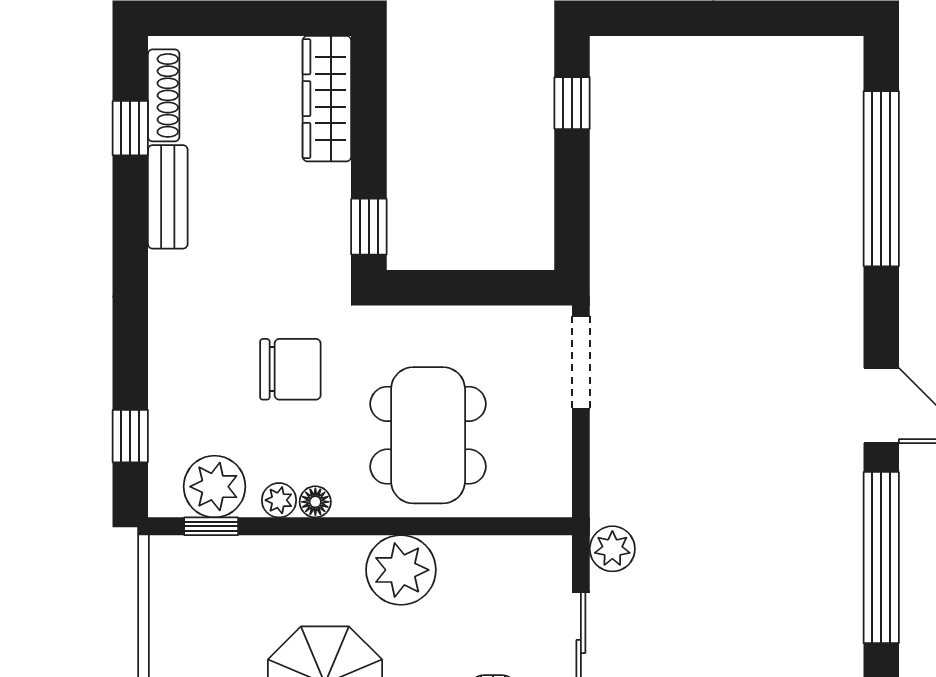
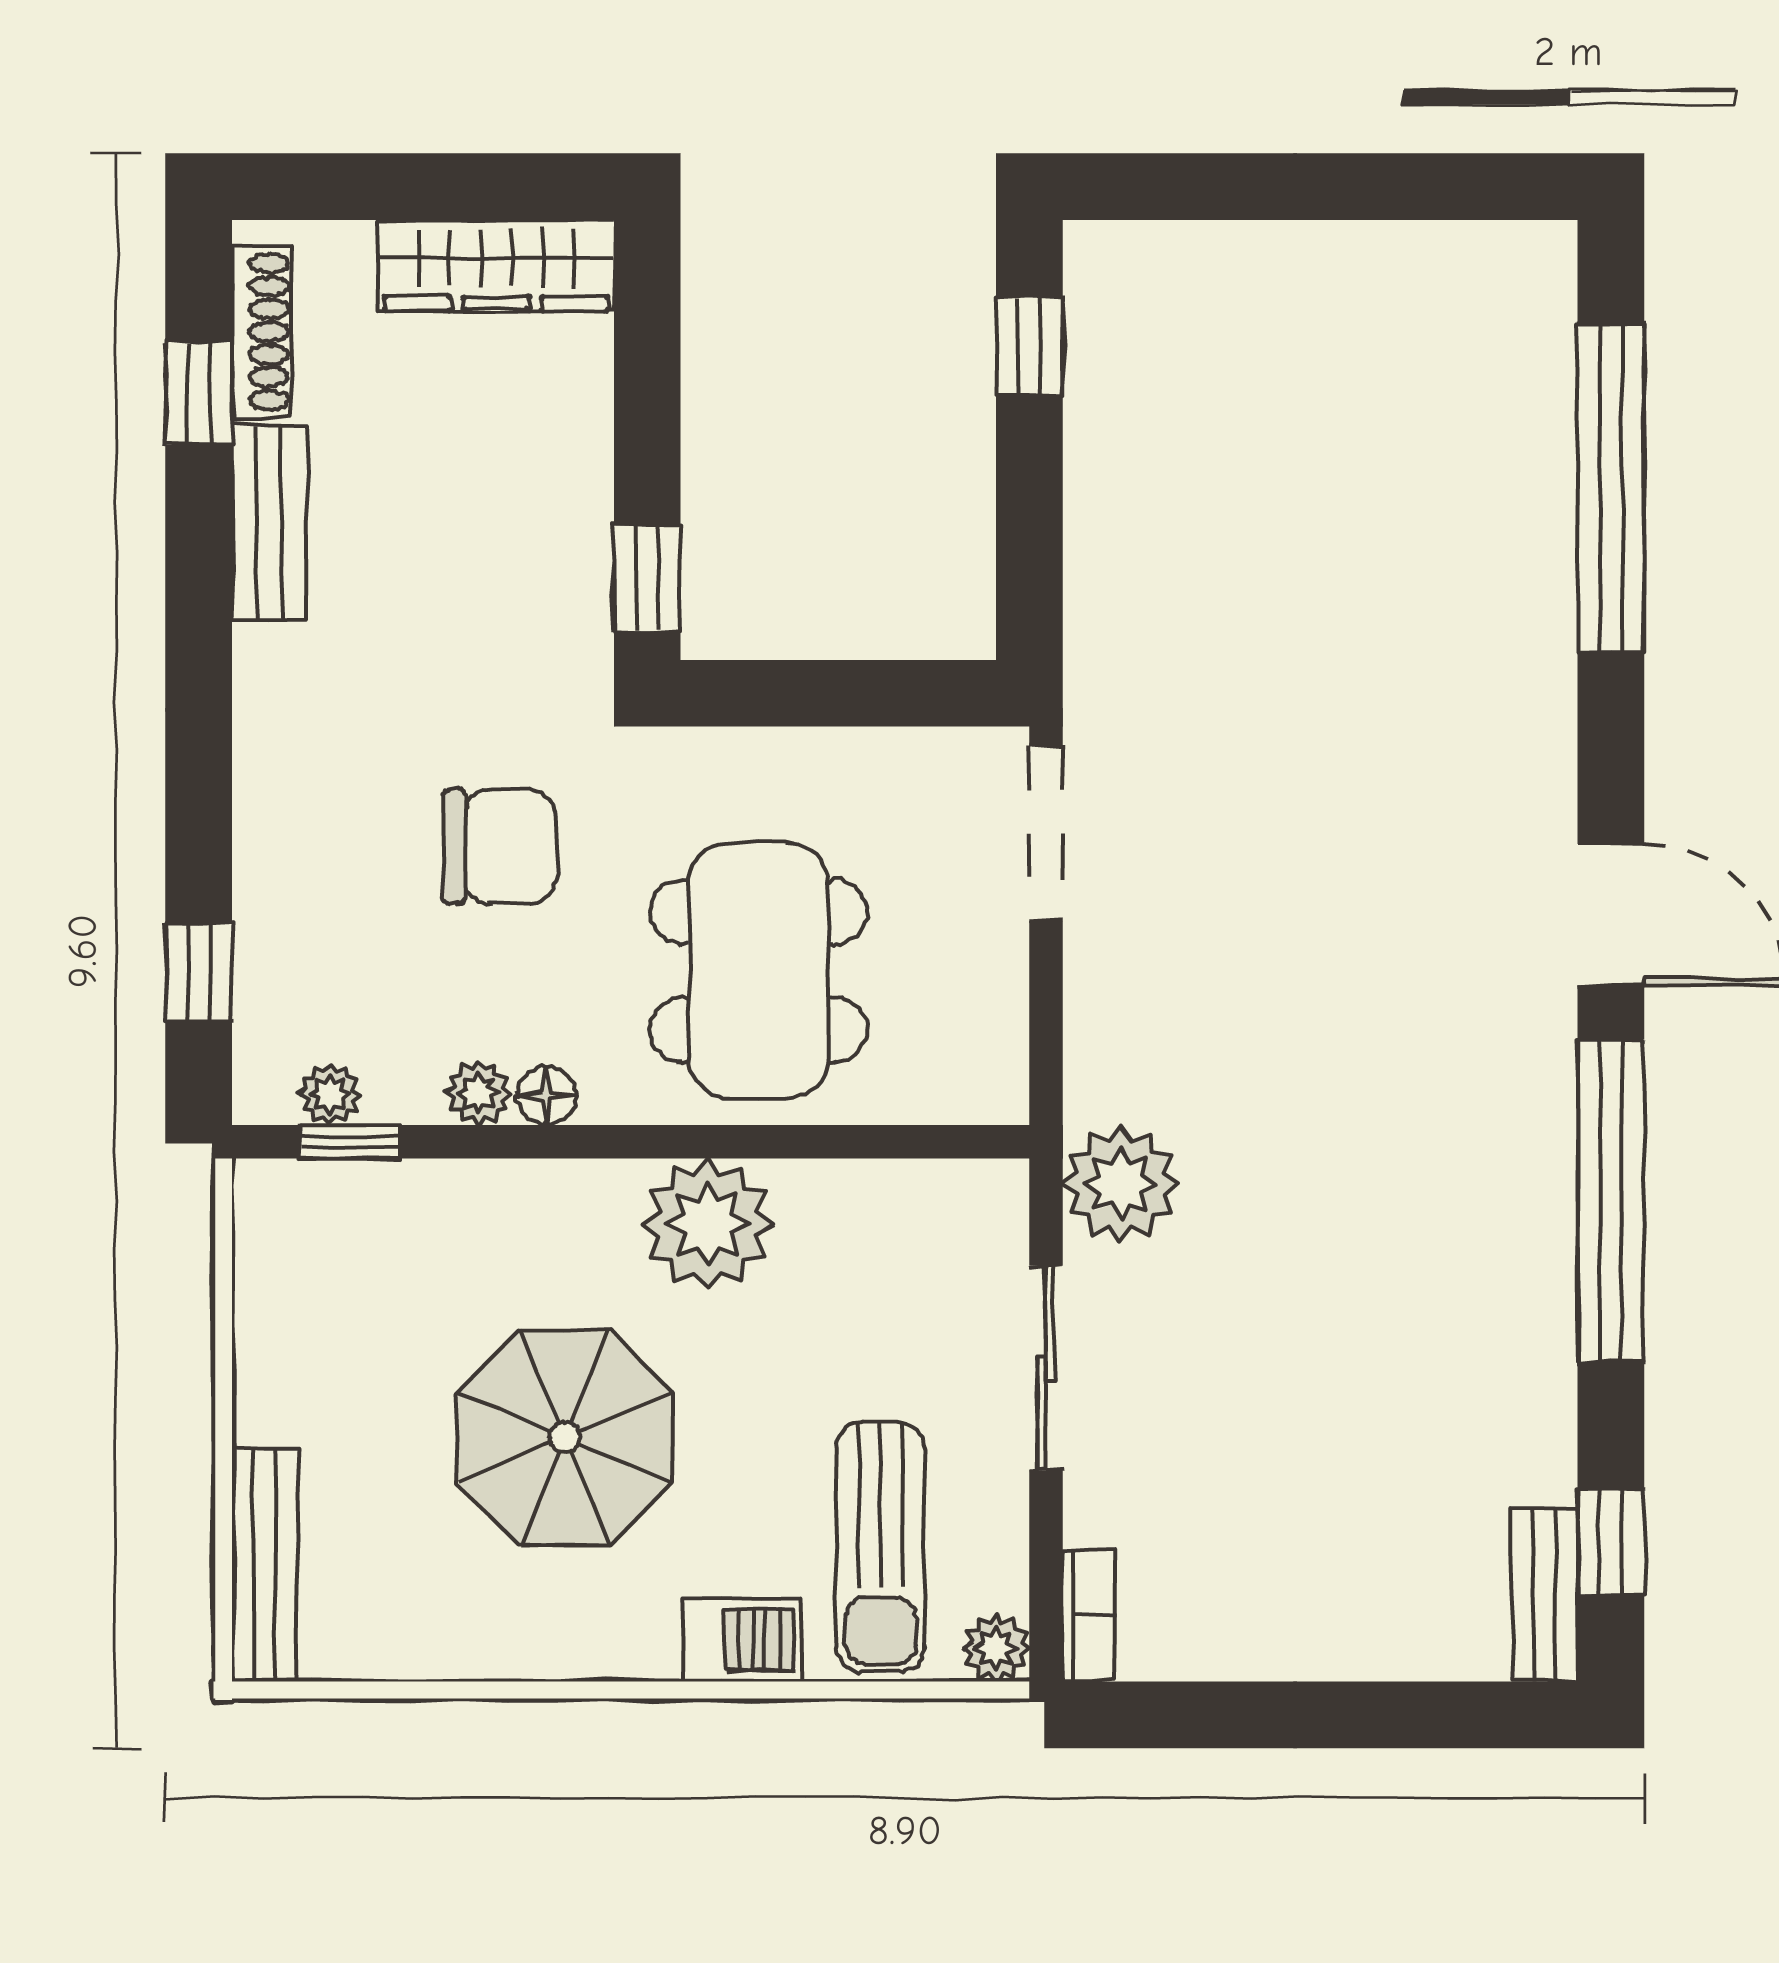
wardrobe: (327, 99) -> (496, 265), moved, turned -90
plant: (215, 487) -> (330, 1094), width x0.53, depth x0.53
plant: (612, 549) -> (1121, 1184), width x1.36, depth x1.36

